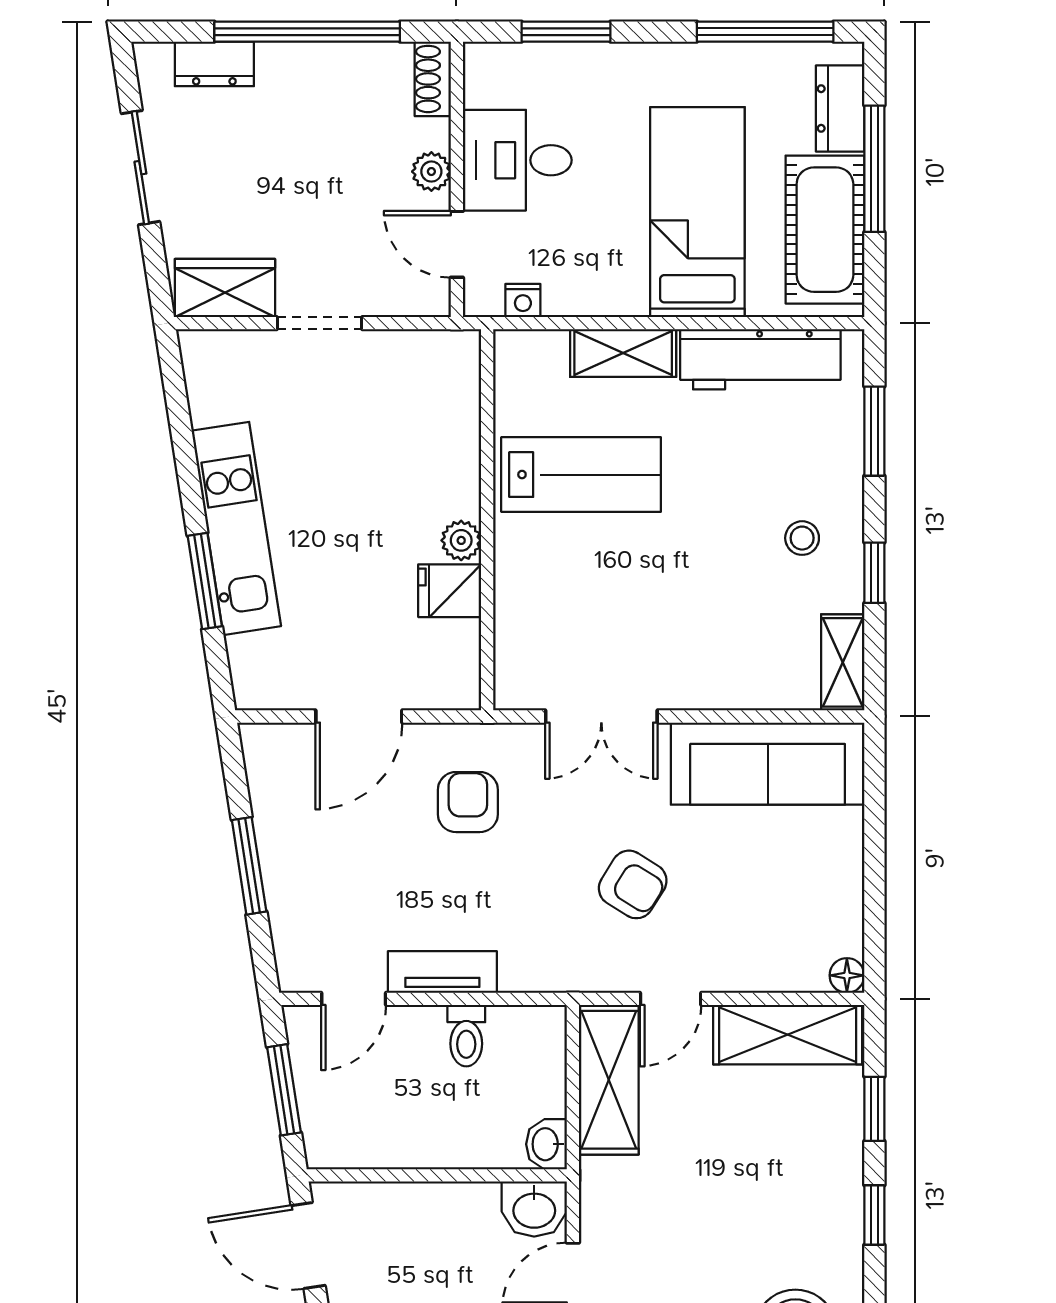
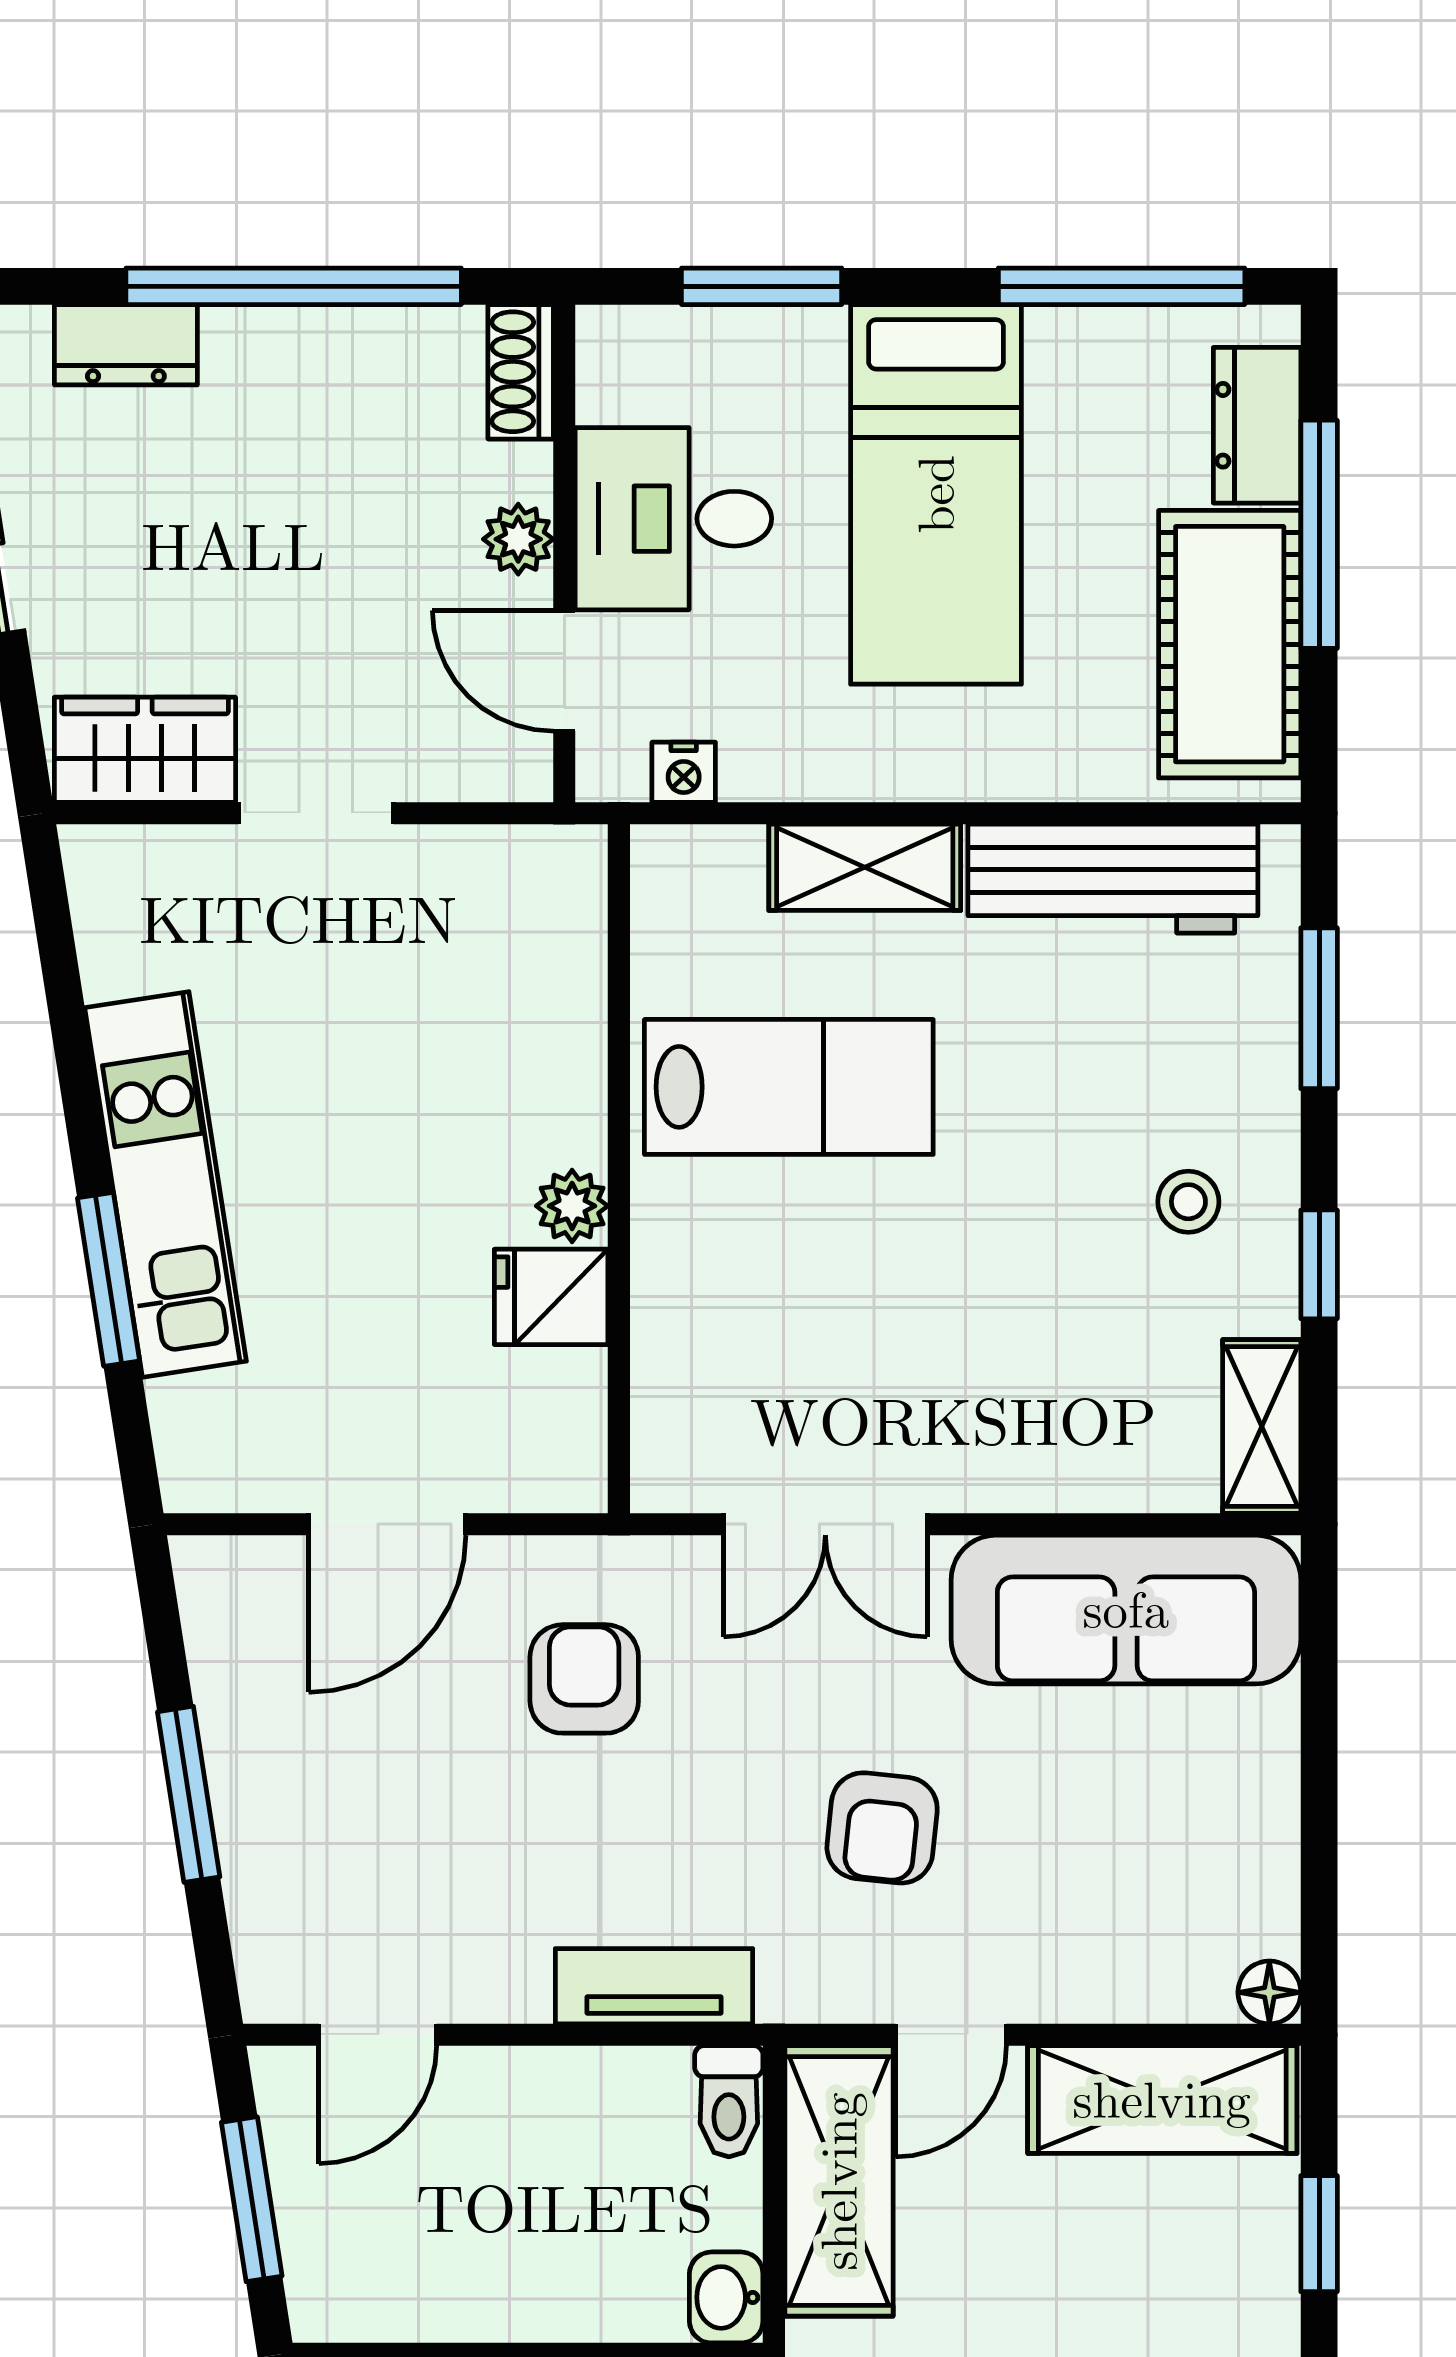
bed: (697, 212) -> (936, 494), moved, turned 180
armchair: (633, 884) -> (882, 1828), turned 64
tv unit: (442, 972) -> (654, 1986), moved
toilet: (466, 1036) -> (729, 2101), moved

